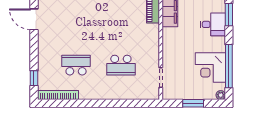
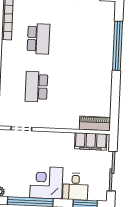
corner desk: (210, 68) -> (46, 183), moved

